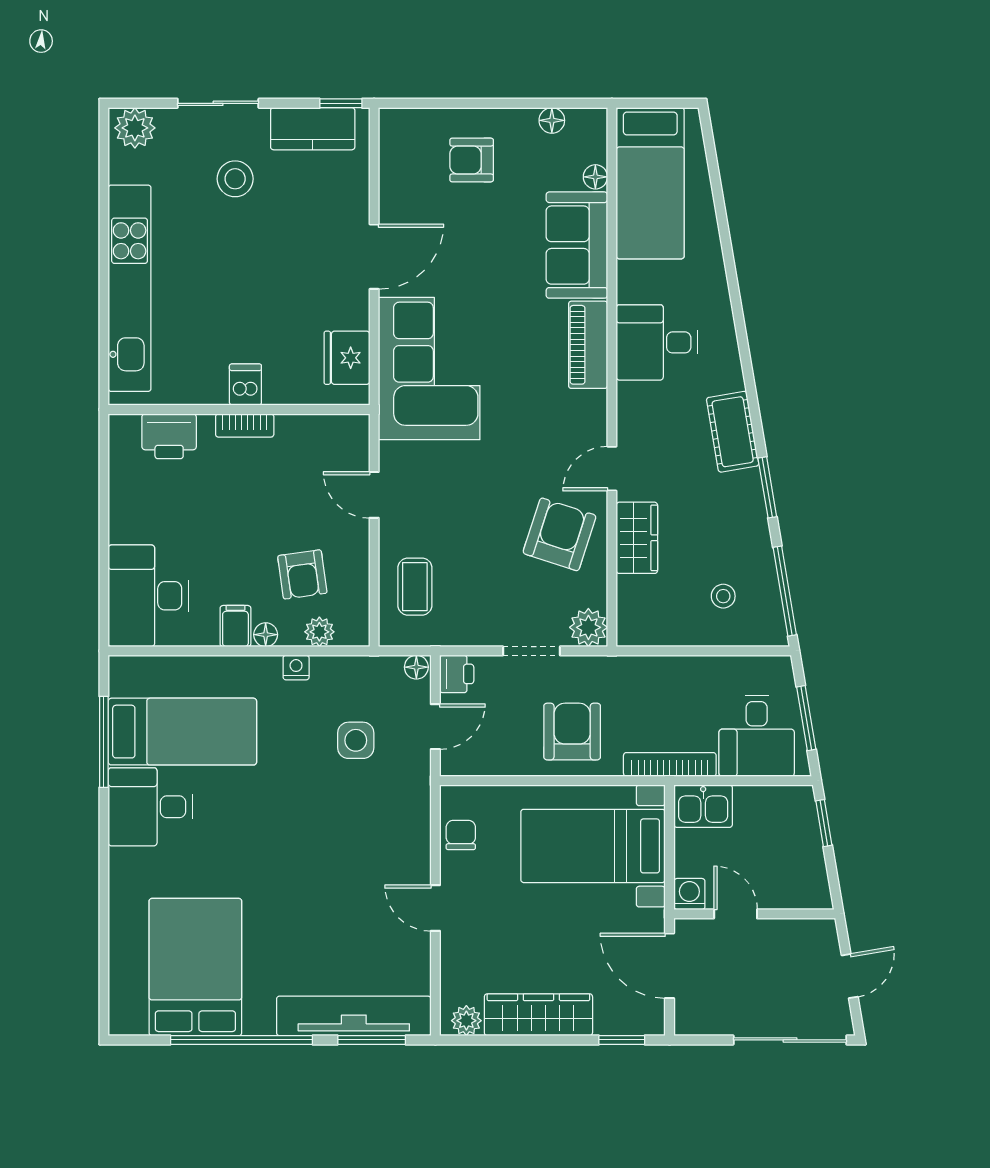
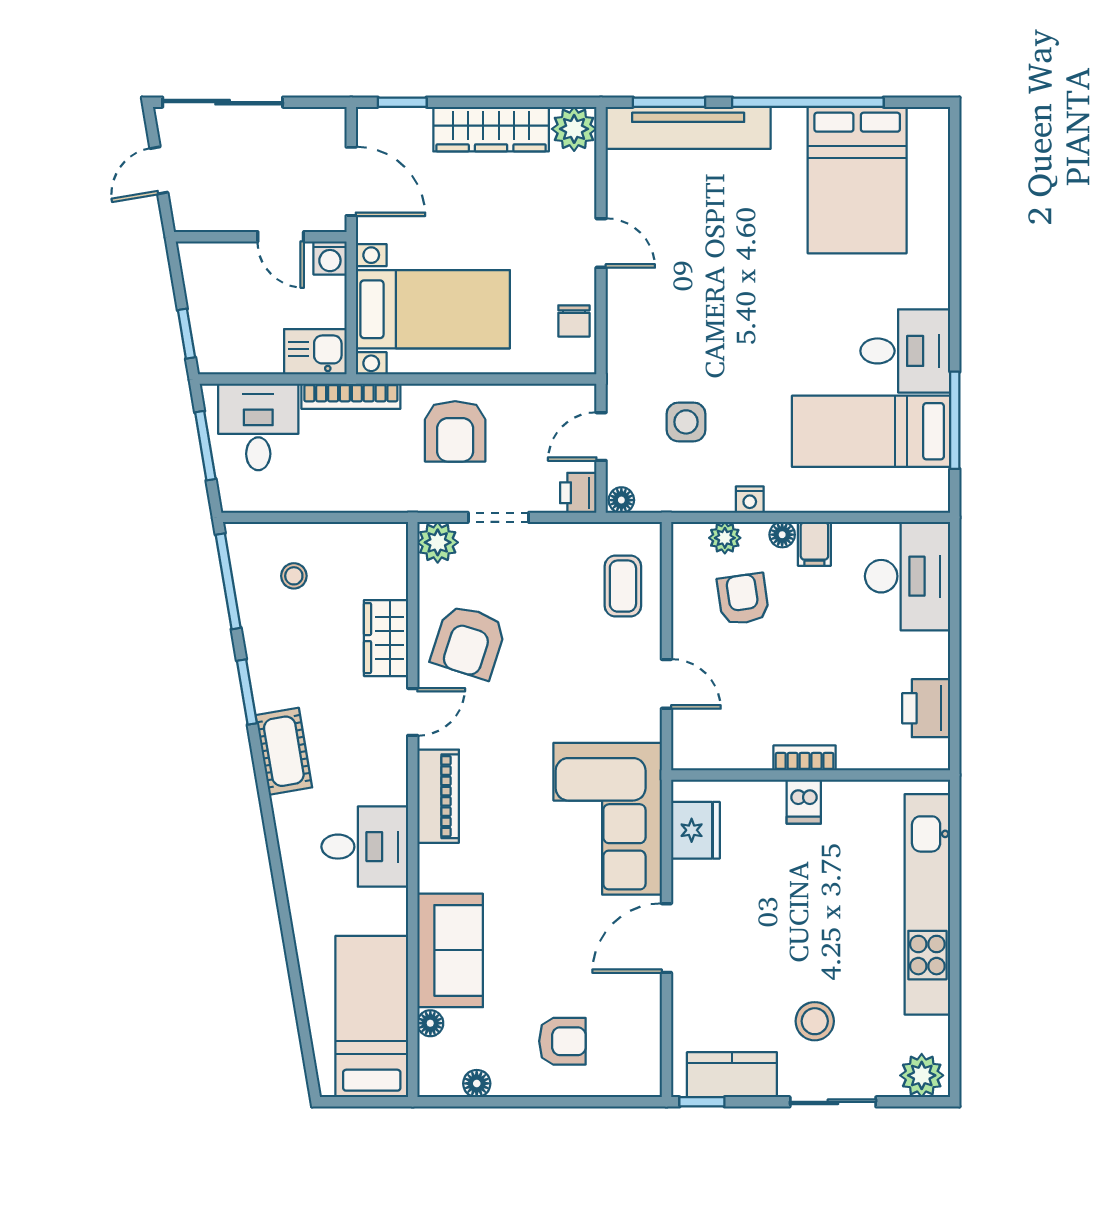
piano: (588, 345) -> (438, 796), moved
printer: (169, 436) -> (926, 708), moved, turned -90
plant: (466, 1021) -> (574, 129), width x1.38, depth x1.38

